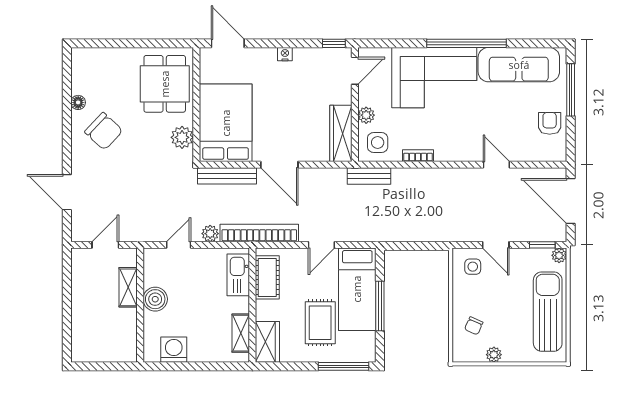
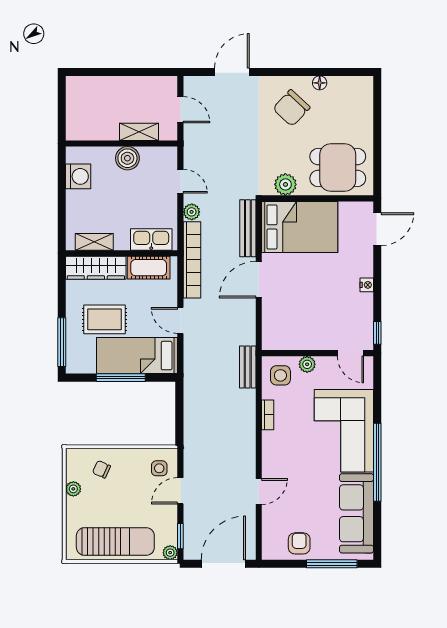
armchair: (550, 123) -> (299, 543), turned -90
wardrobe: (341, 133) -> (289, 340), removed
wardrobe: (267, 342) -> (96, 268), width x1.50

